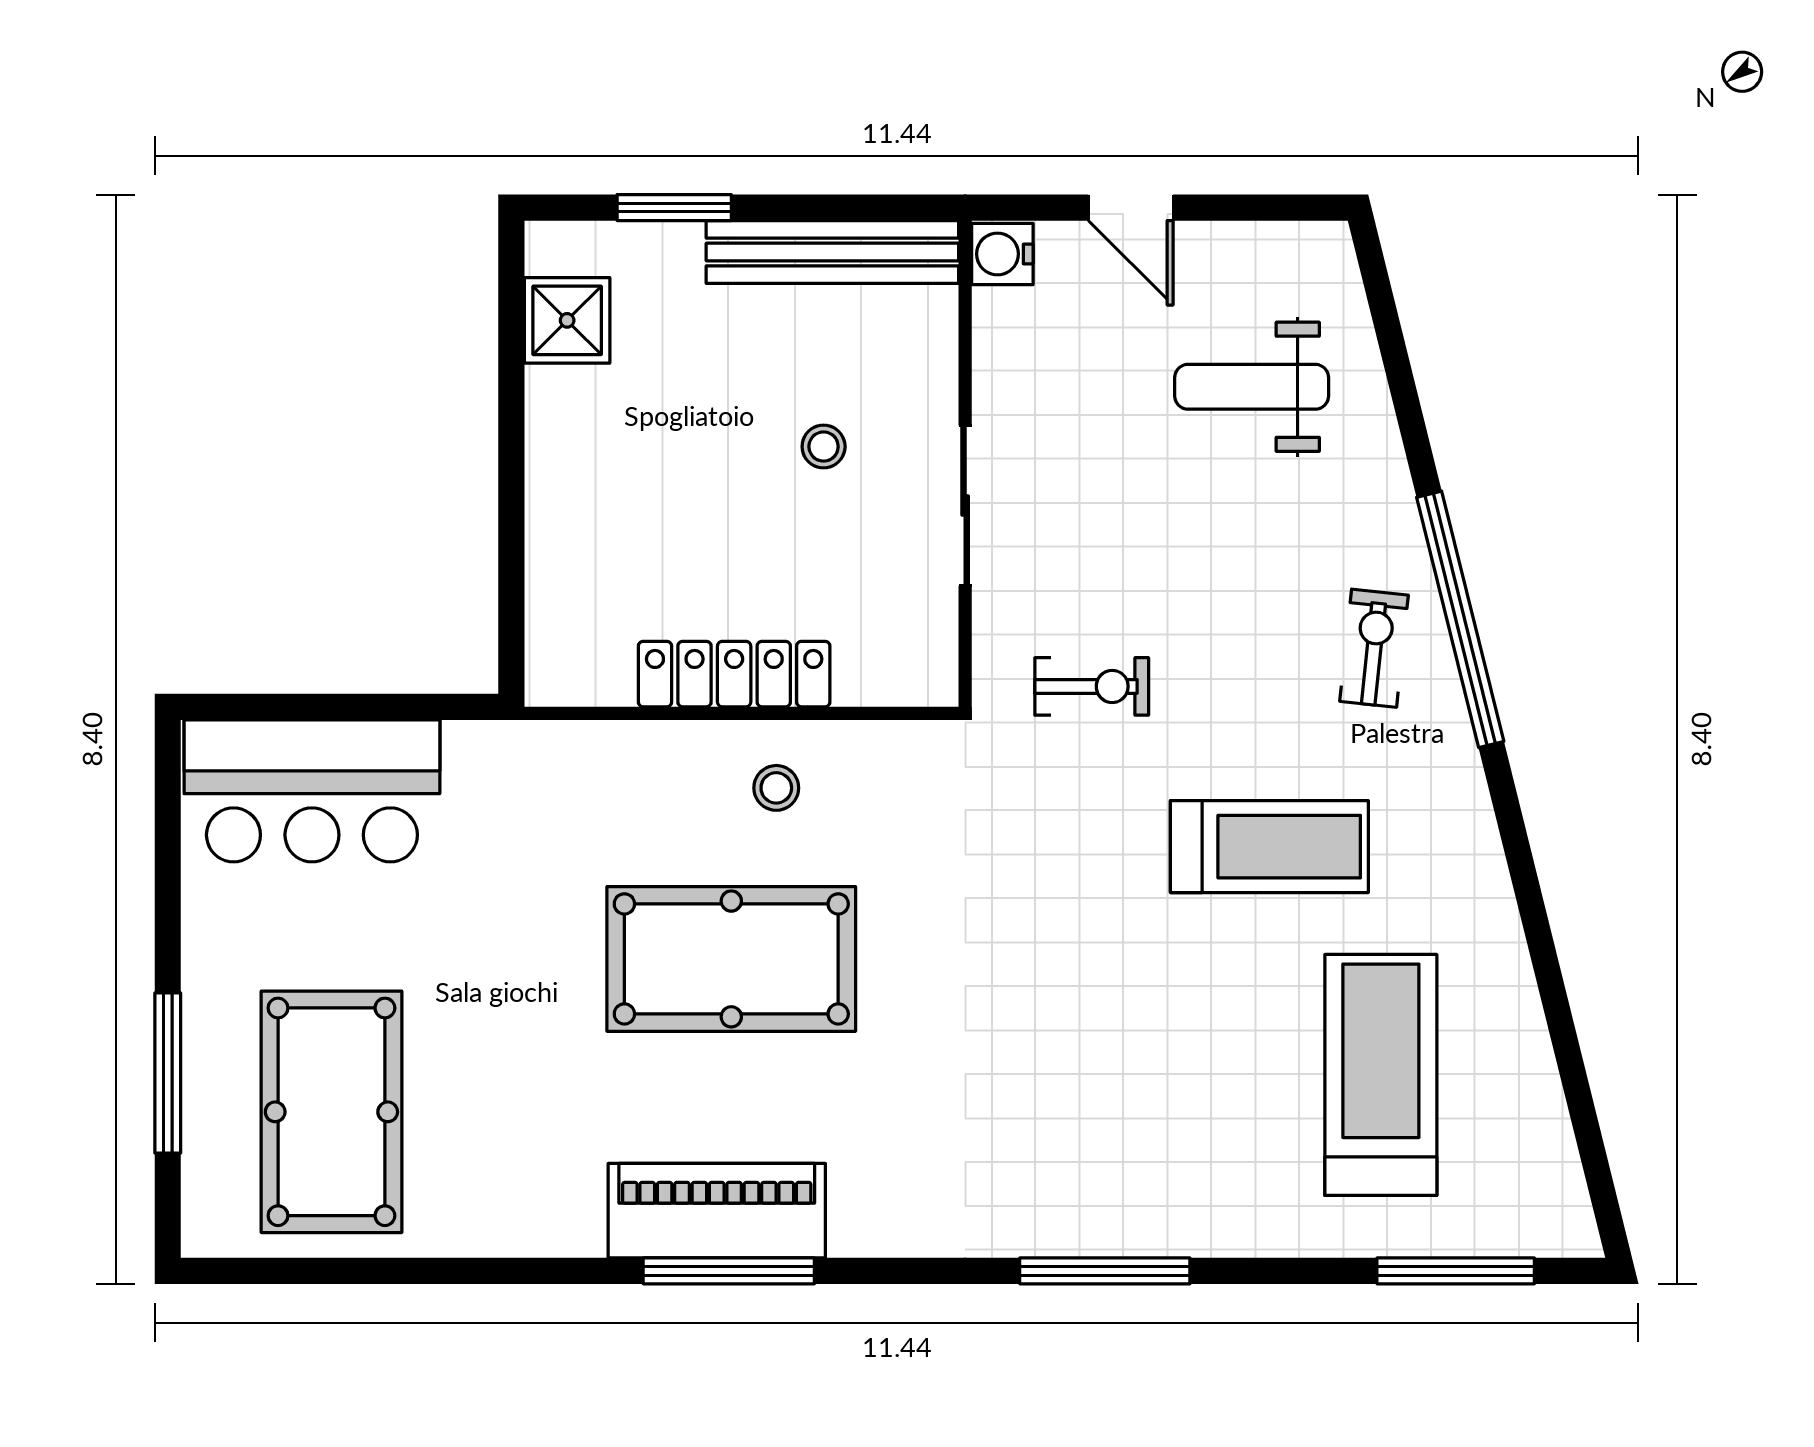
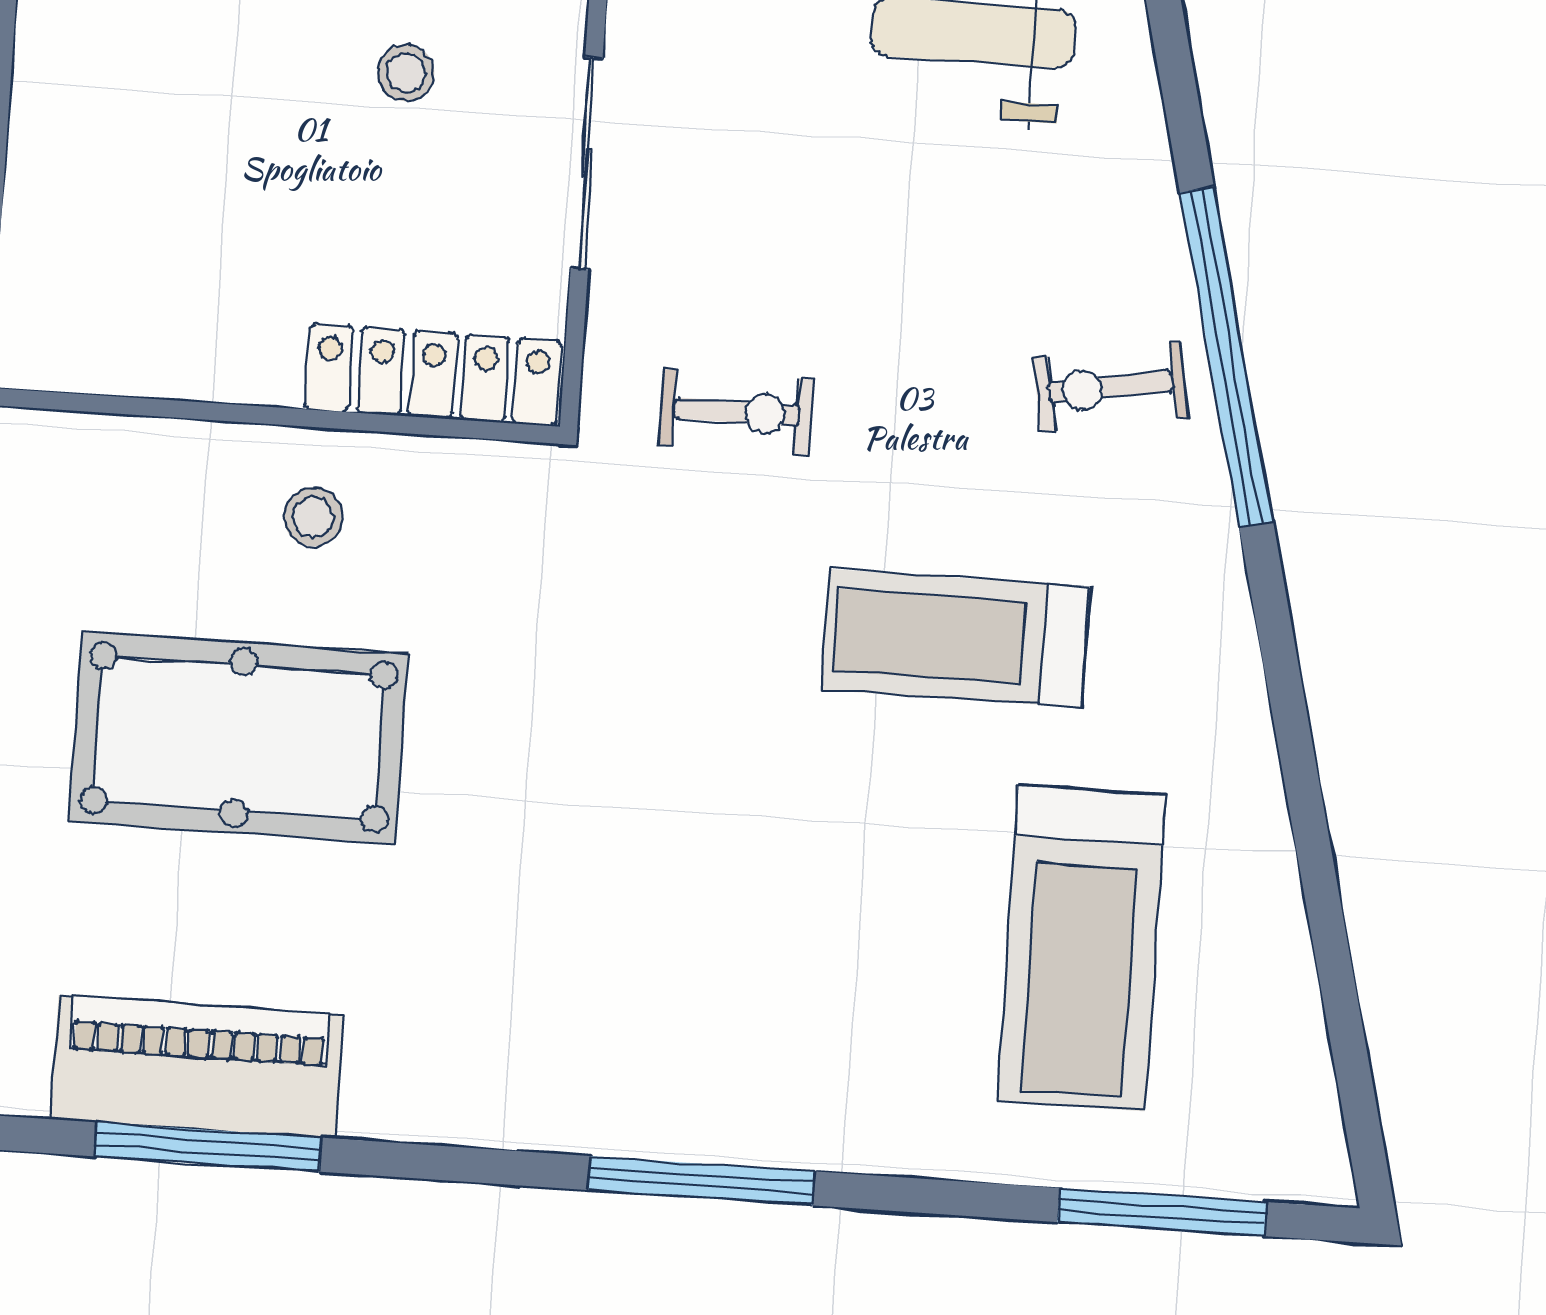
exercise bike: (1374, 648) -> (1111, 387), turned -106
locker: (734, 674) -> (433, 375), moved
treadmill: (1269, 847) -> (956, 638), turned 180
treadmill: (1381, 1075) -> (1082, 948), turned 180

